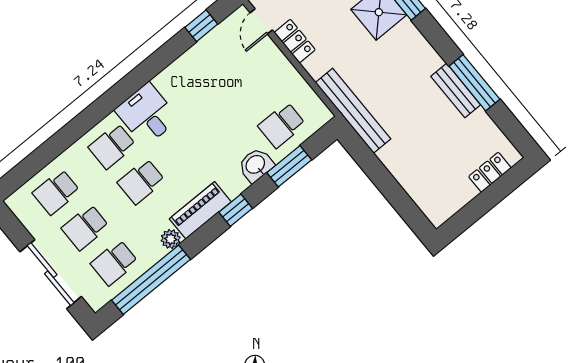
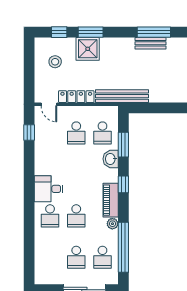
locker: (295, 41) -> (76, 97), width x1.53
school desk: (56, 192) -> (76, 133), moved

